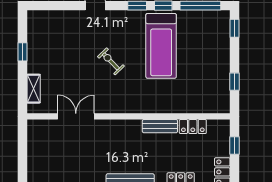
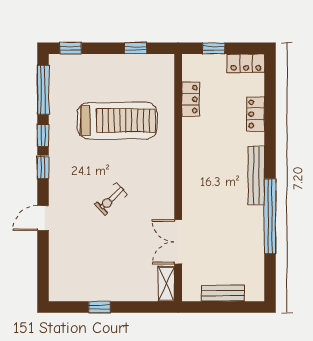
treadmill: (161, 46) -> (117, 121), moved
shelving: (34, 89) -> (166, 284), moved, turned 90
bench: (160, 126) -> (223, 293), moved, turned 90

